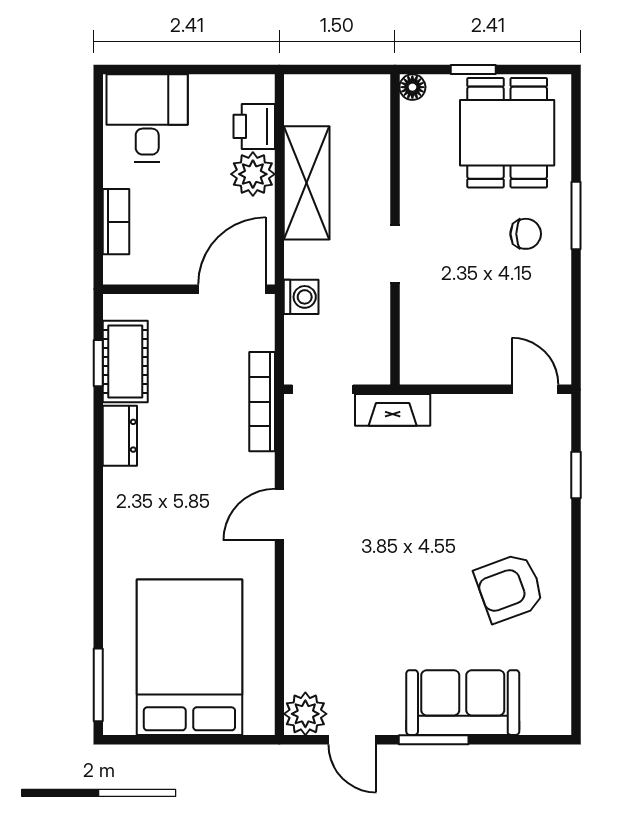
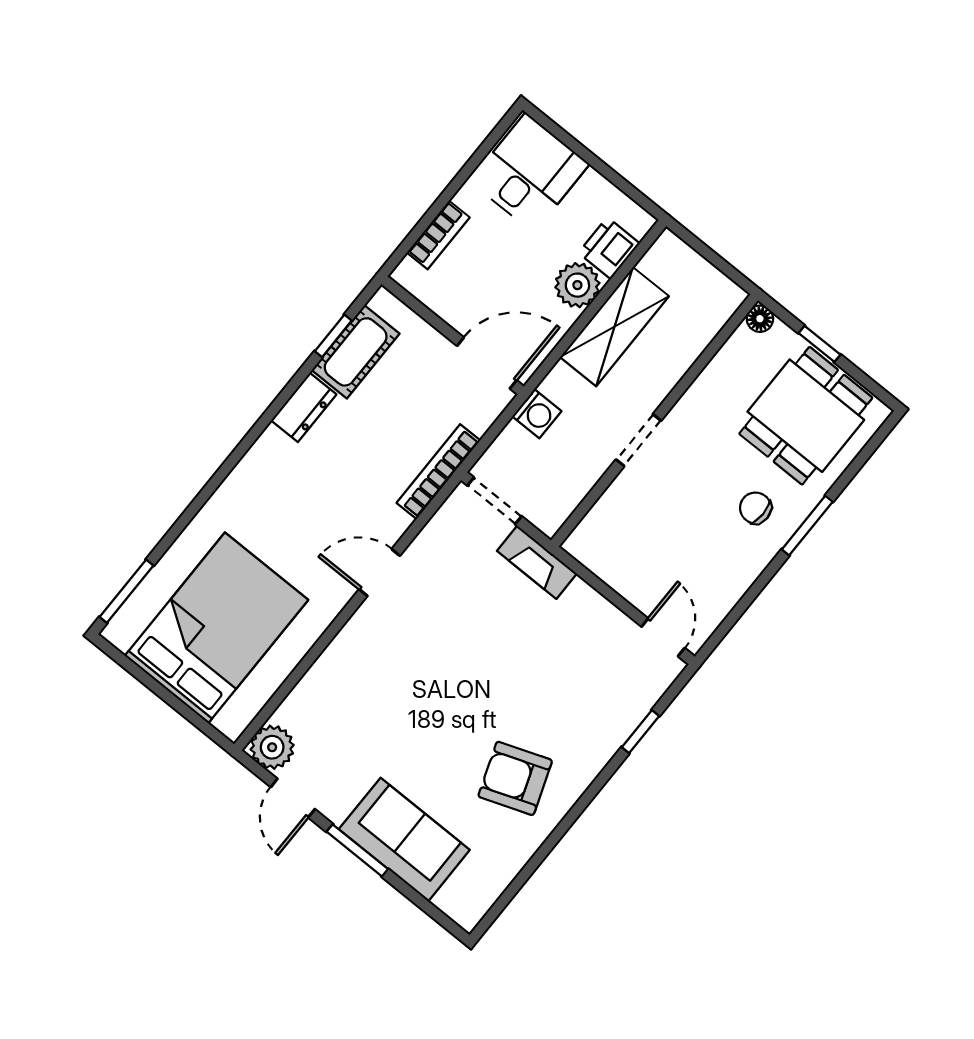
chair: (526, 234) -> (756, 508), turned 180

